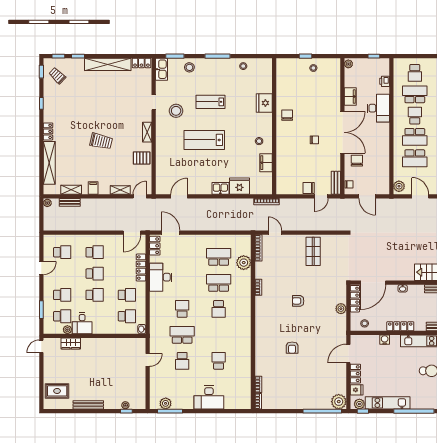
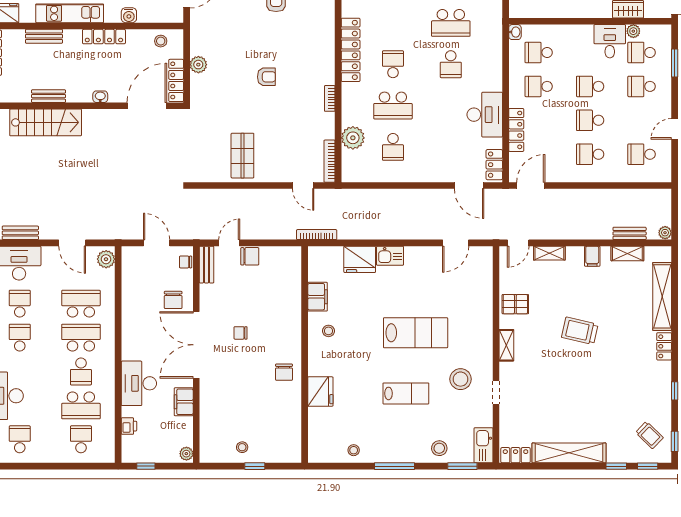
school desk: (219, 257) -> (393, 147), width x0.54
locker: (245, 318) -> (351, 50), added

